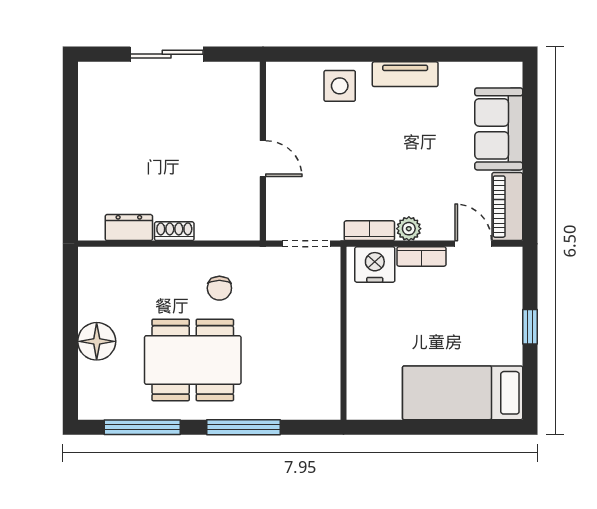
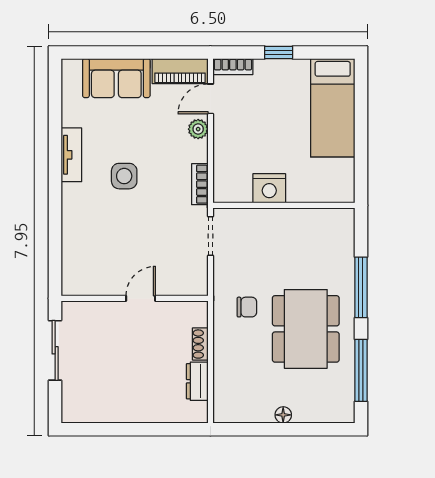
side table: (340, 86) -> (124, 176), moved
wall: (263, 151) -> (135, 298), moved
door: (263, 159) -> (141, 298), moved
plant: (409, 229) -> (198, 129), moved
bookcase: (421, 256) -> (233, 67), moved, turned 90
nightstand: (375, 265) -> (269, 188), moved, turned -90
floor lamp: (97, 341) -> (283, 415), width x0.53, depth x0.53

